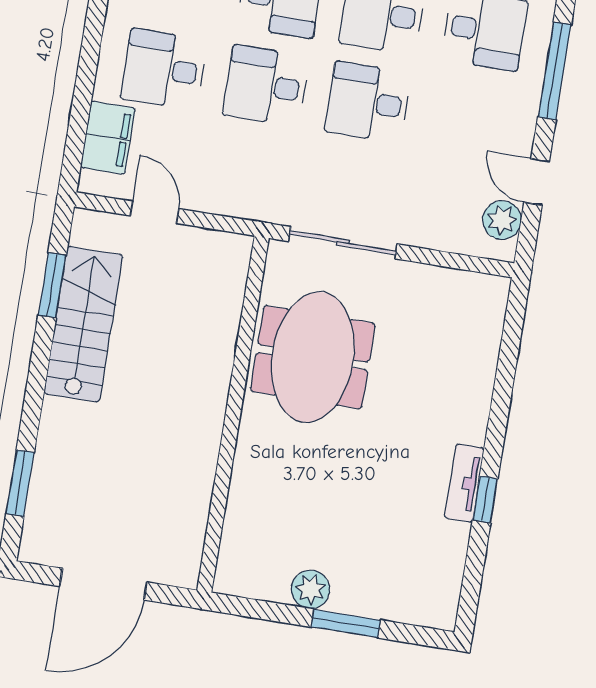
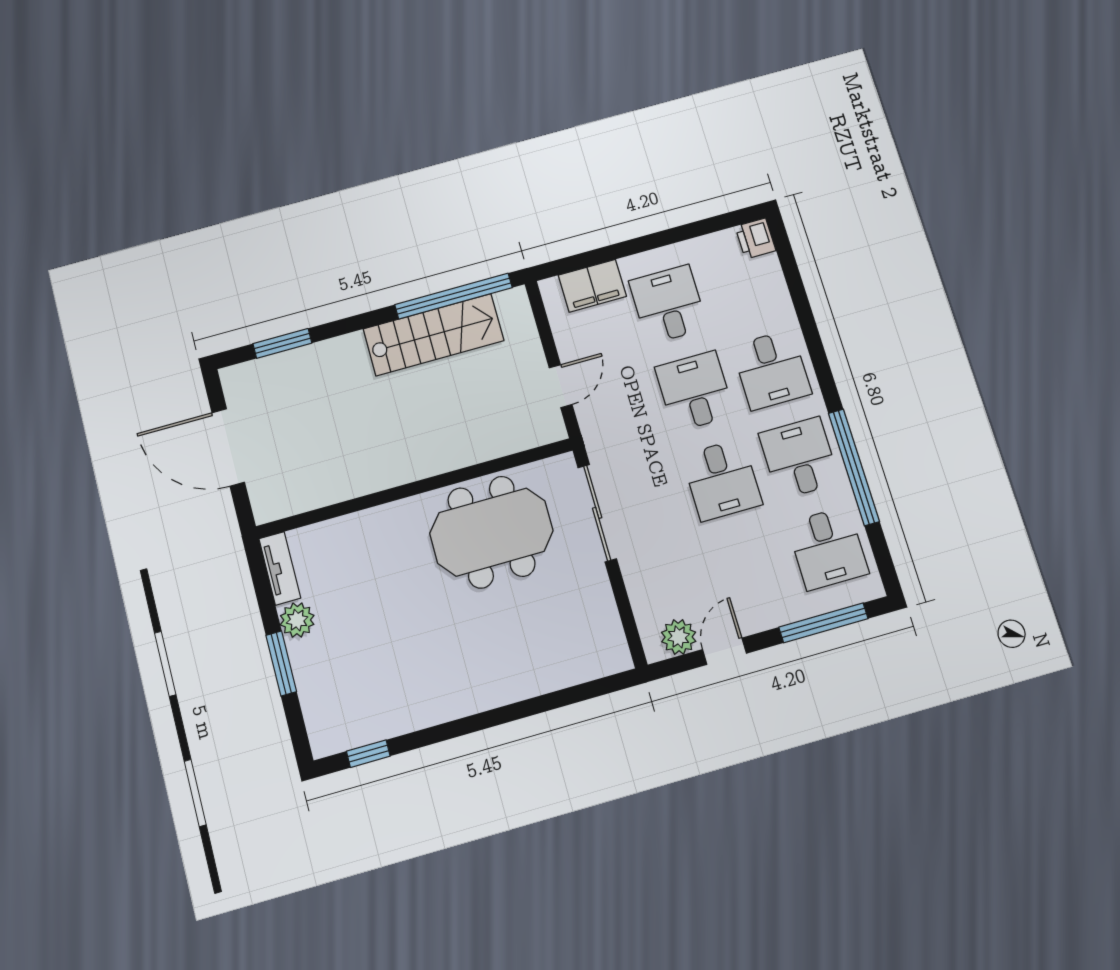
desk: (368, 102) -> (722, 480), turned 180
door: (154, 212) -> (561, 386), moved
window: (52, 285) -> (454, 296), width x2.11
tv unit: (464, 483) -> (280, 568), moved, turned 90
window: (485, 499) -> (368, 754), moved

